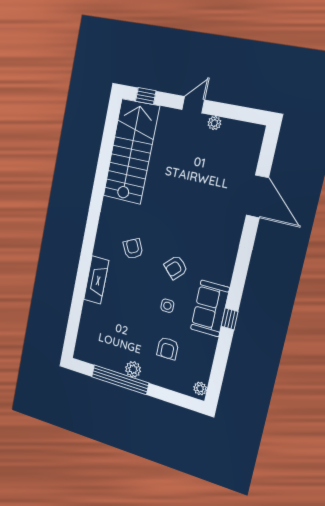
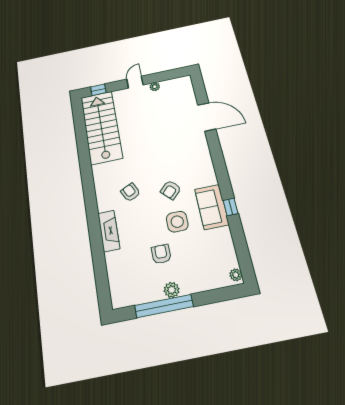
side table: (167, 306) -> (177, 222), width x1.87, depth x1.87
armchair: (168, 348) -> (161, 254), moved, turned 180

